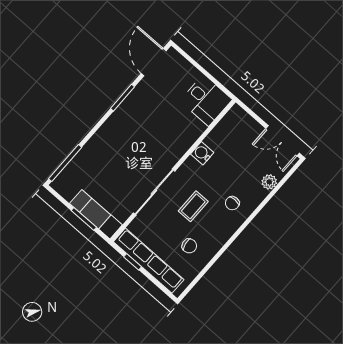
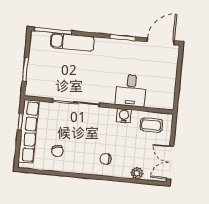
desk: (206, 100) -> (131, 90), moved
coffee table: (193, 206) -> (151, 125), moved
exam couch: (96, 214) -> (72, 42), moved, turned 90

